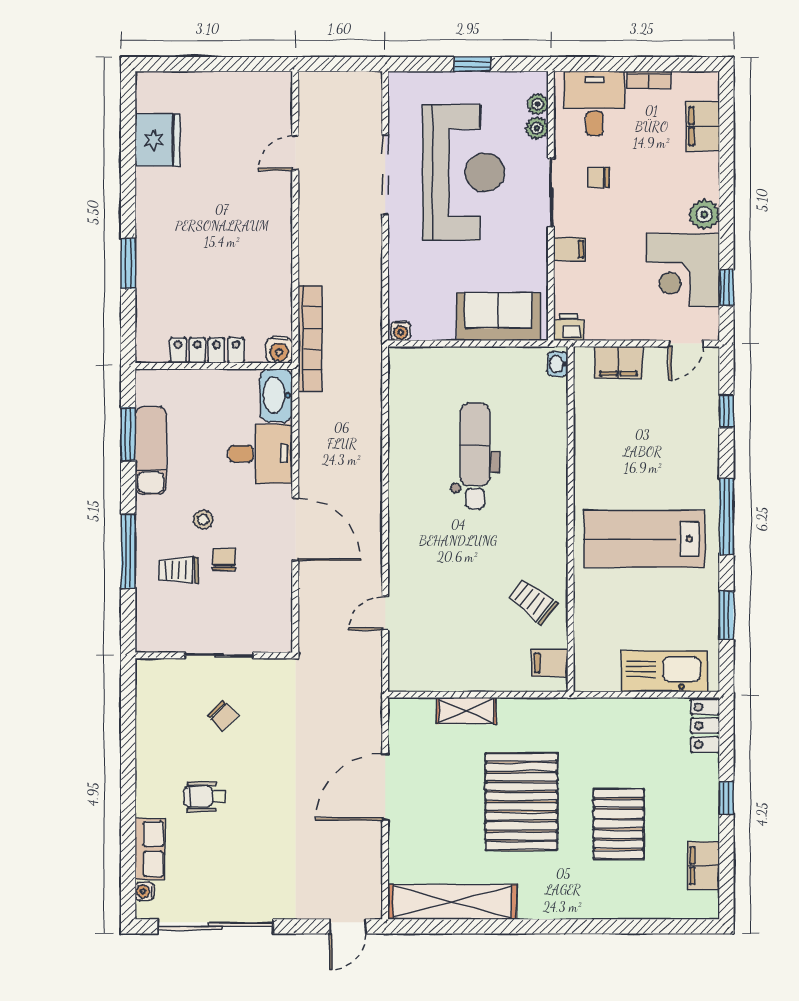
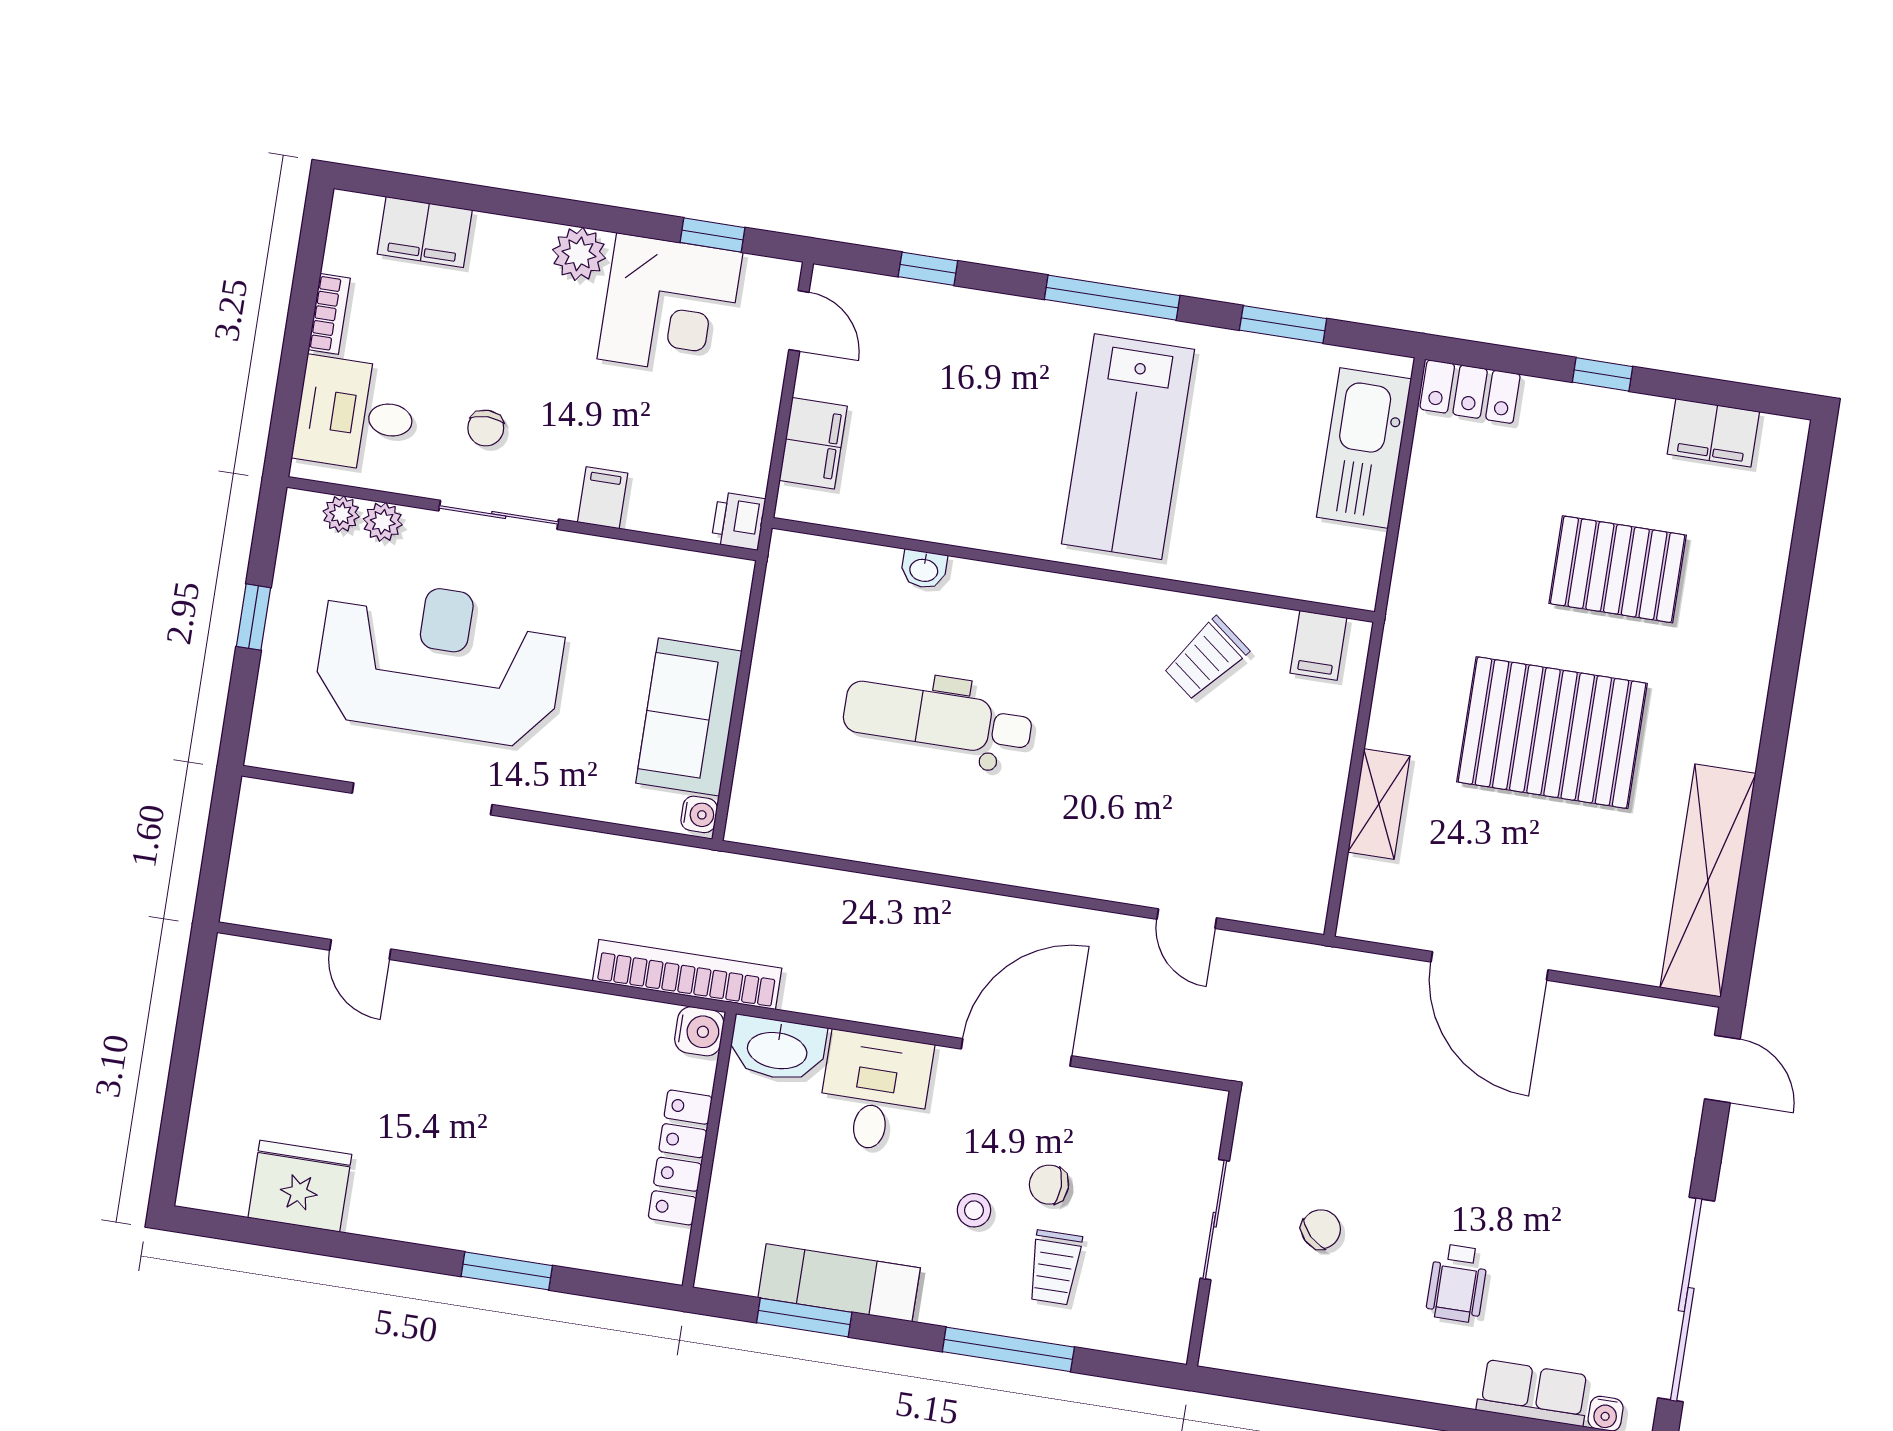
sofa: (498, 317) -> (689, 717), moved
washbasin: (558, 364) -> (924, 569), moved

